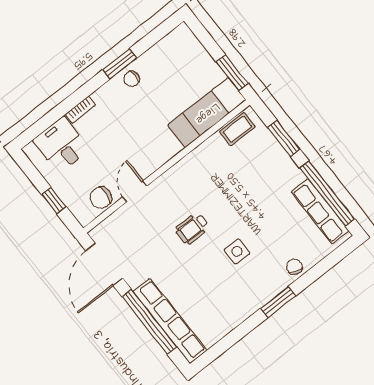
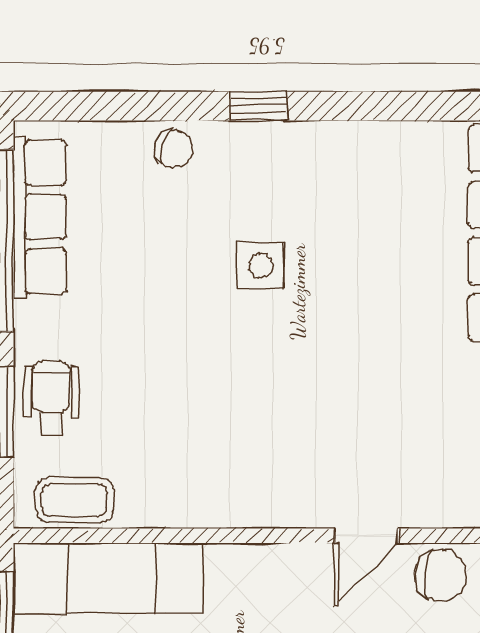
wheelchair: (192, 228) -> (51, 398), moved, turned -90
chair: (294, 267) -> (174, 149), turned -94
window: (278, 302) -> (258, 106), width x0.67

